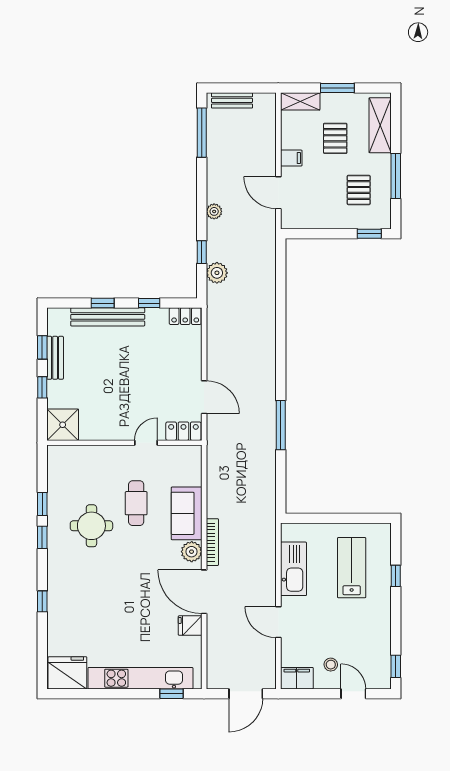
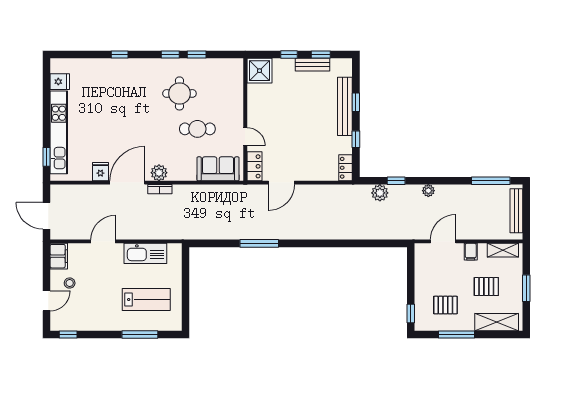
bench: (232, 100) -> (516, 211), width x1.36
shelving: (300, 101) -> (503, 250), moved, turned 90
sofa: (187, 513) -> (218, 169), moved
bookcase: (212, 542) -> (160, 189), width x0.64
window: (396, 576) -> (140, 334), width x2.17
fridge: (67, 673) -> (60, 82), width x0.53, depth x0.75

